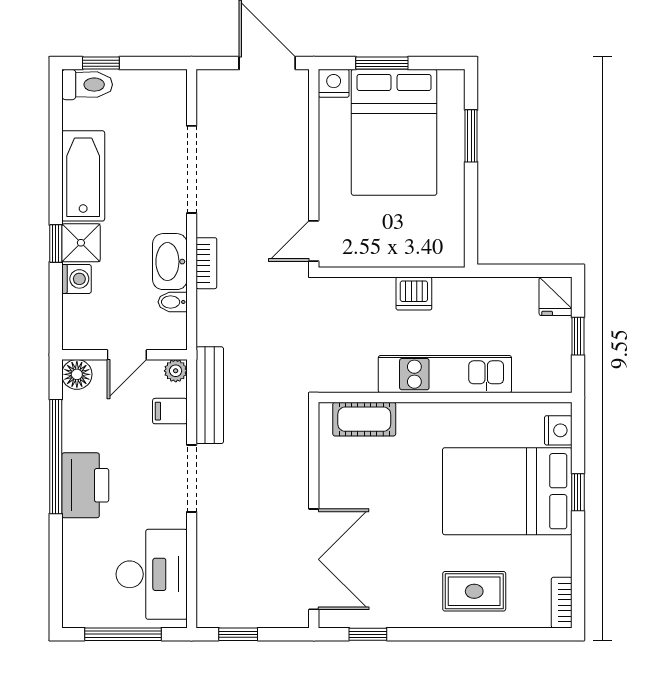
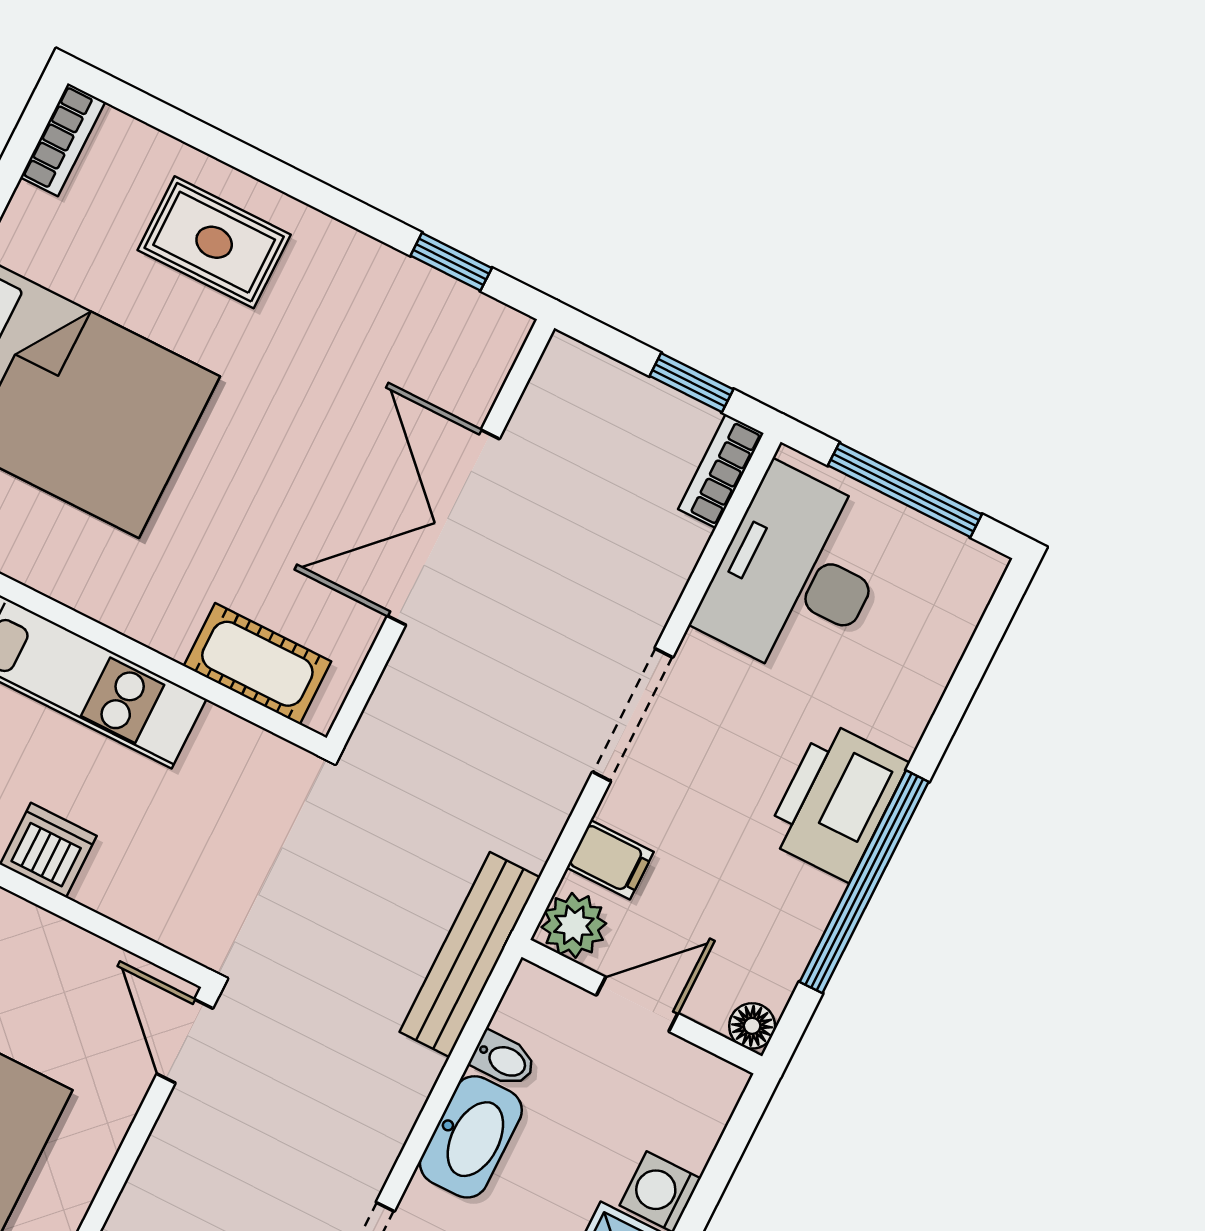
door: (314, 241) -> (185, 1041), swing flipped
bookcase: (206, 263) -> (721, 471), moved
plant: (176, 371) -> (574, 925), width x1.38, depth x1.38
floor lamp: (77, 374) -> (752, 1026), width x0.73, depth x0.73
bench: (210, 395) -> (470, 955), moved
double door: (314, 559) -> (443, 527), moved

